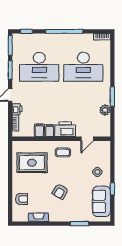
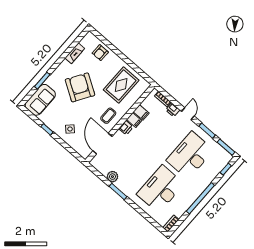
printer: (65, 129) -> (126, 128), width x0.53, depth x0.68
door: (87, 139) -> (102, 144), width x1.87
armchair: (60, 191) -> (80, 87), width x1.88, depth x1.88
sofa: (101, 201) -> (40, 100), moved, turned 90

